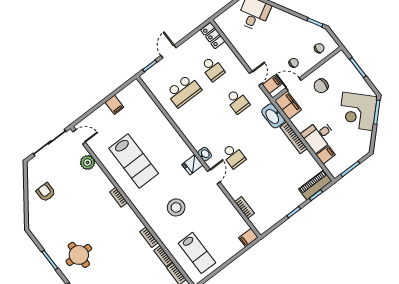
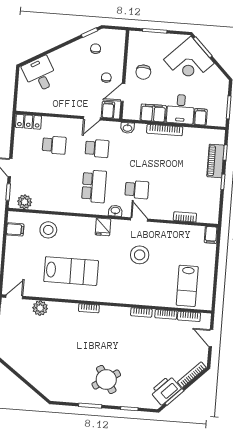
chair: (319, 48) -> (96, 49), moved
door: (256, 78) -> (92, 118), swing flipped
plant: (153, 84) -> (25, 202), added
school desk: (184, 91) -> (94, 186), moved
filing cabinet: (114, 105) -> (15, 229), moved
filing cabinet: (288, 105) -> (153, 113), moved
washbasin: (273, 116) -> (128, 128), width x0.52, depth x0.69
stool: (148, 119) -> (48, 230), added
fridge: (192, 165) -> (103, 227), moved
piano: (315, 185) -> (215, 161), moved
armchair: (46, 192) -> (34, 362), removed
stool: (176, 207) -> (140, 255), moved
lab bench: (197, 253) -> (187, 286), turned 90
round table: (79, 255) -> (106, 380), turned -33

